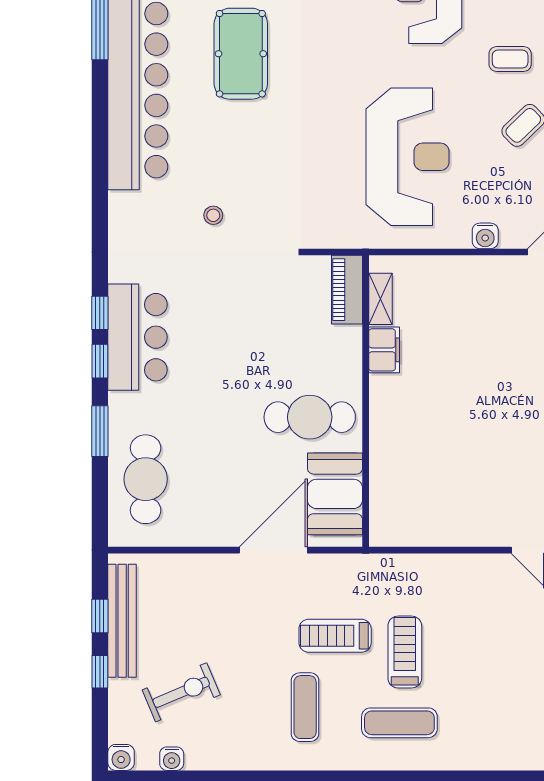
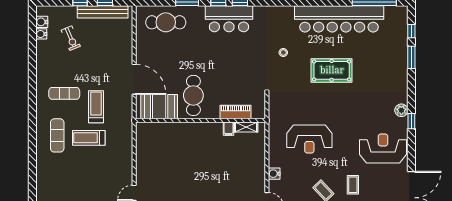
pool table: (241, 54) -> (332, 70), moved
reception desk: (407, 157) -> (309, 139), width x0.74, depth x0.77
piano: (347, 290) -> (235, 112), moved
filing cabinet: (384, 350) -> (228, 129), width x0.50
treadmill: (405, 652) -> (89, 138), turned 180
exercise bike: (181, 692) -> (71, 38), width x0.73, depth x0.72
water cooler: (121, 757) -> (42, 22), moved

